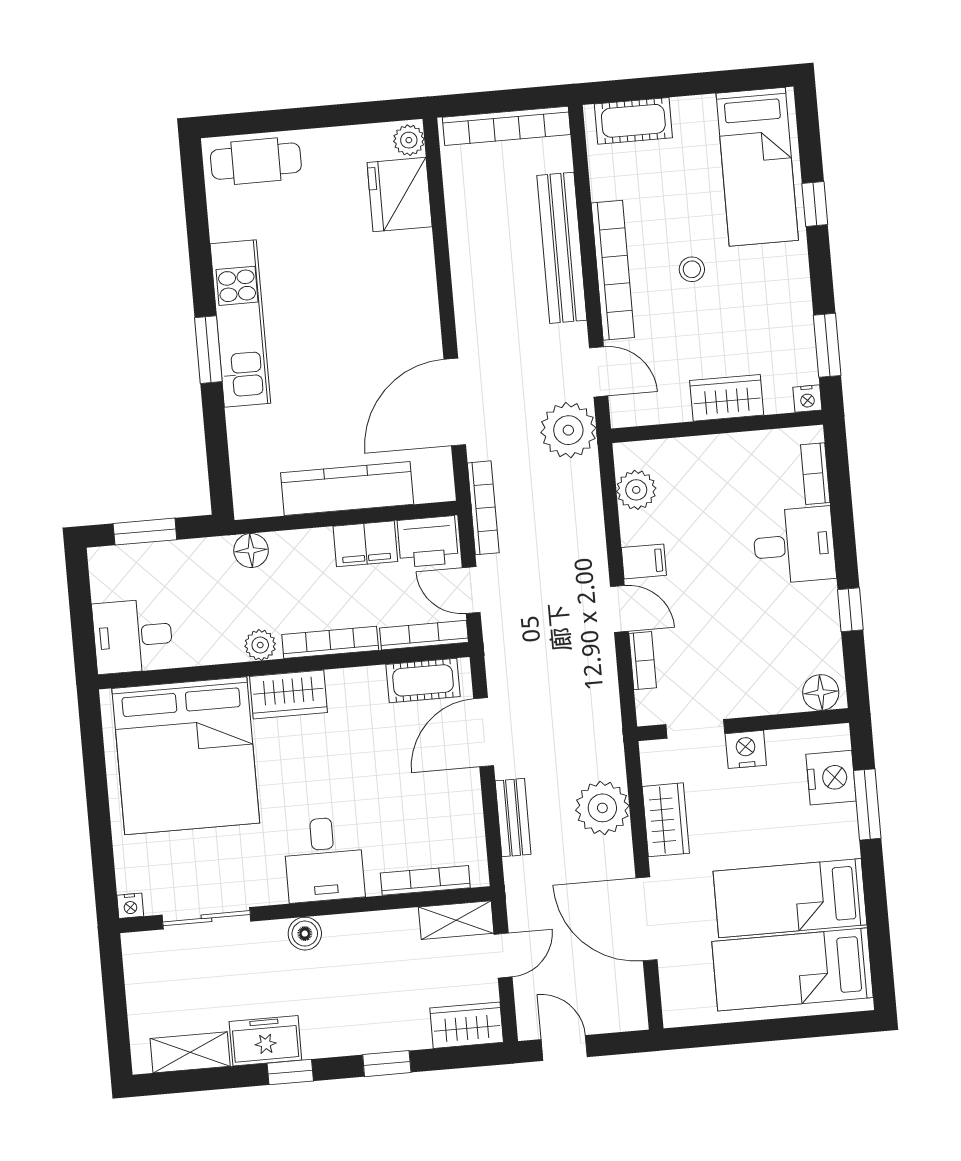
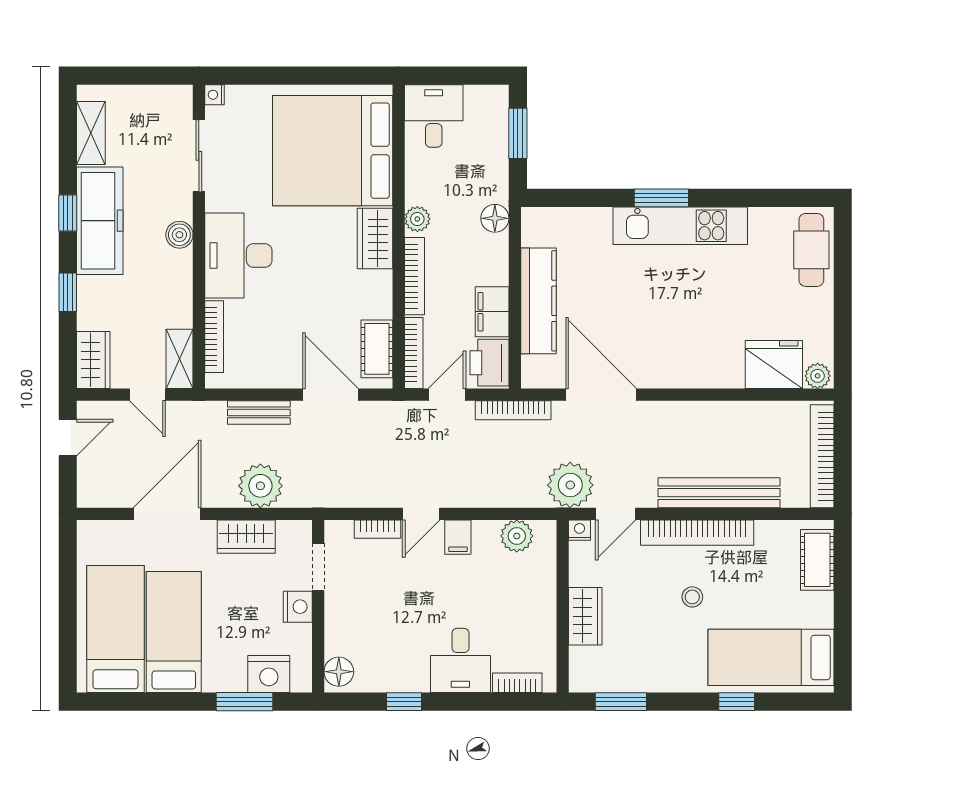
nightstand: (807, 399) -> (580, 530), moved, turned 90
desk: (324, 859) -> (238, 255), width x1.37
freezer: (265, 1041) -> (100, 221), width x1.91, depth x1.26

